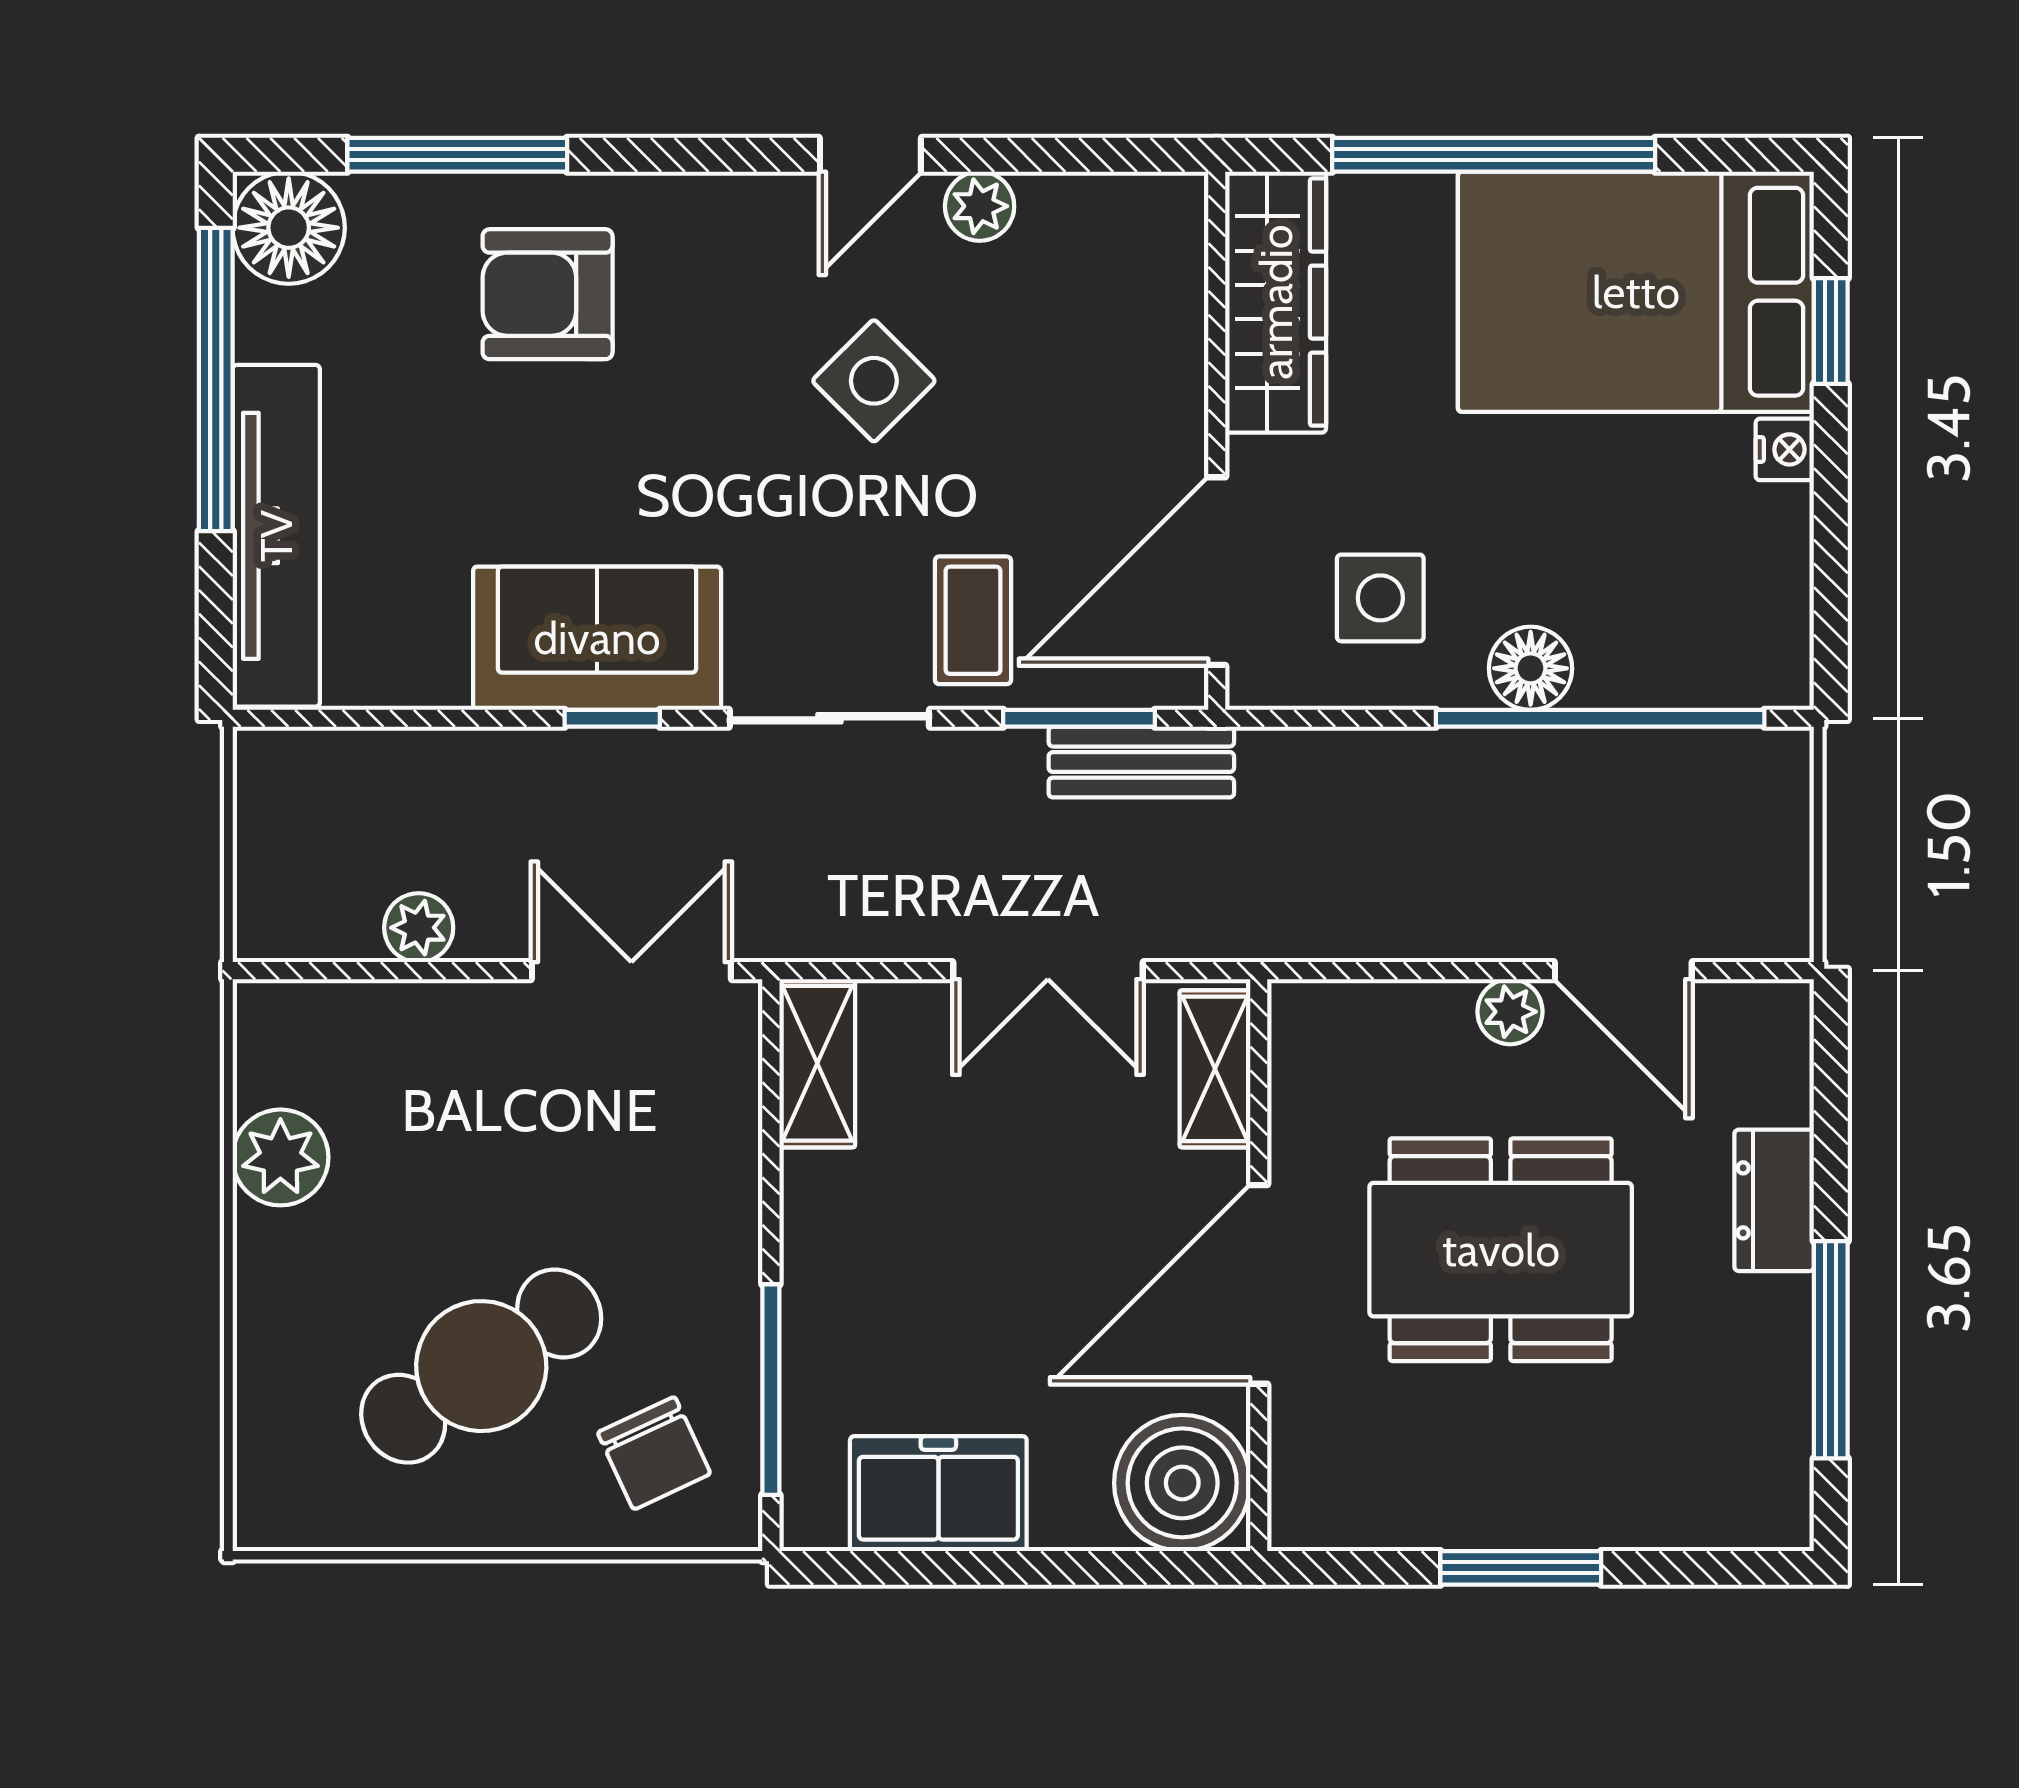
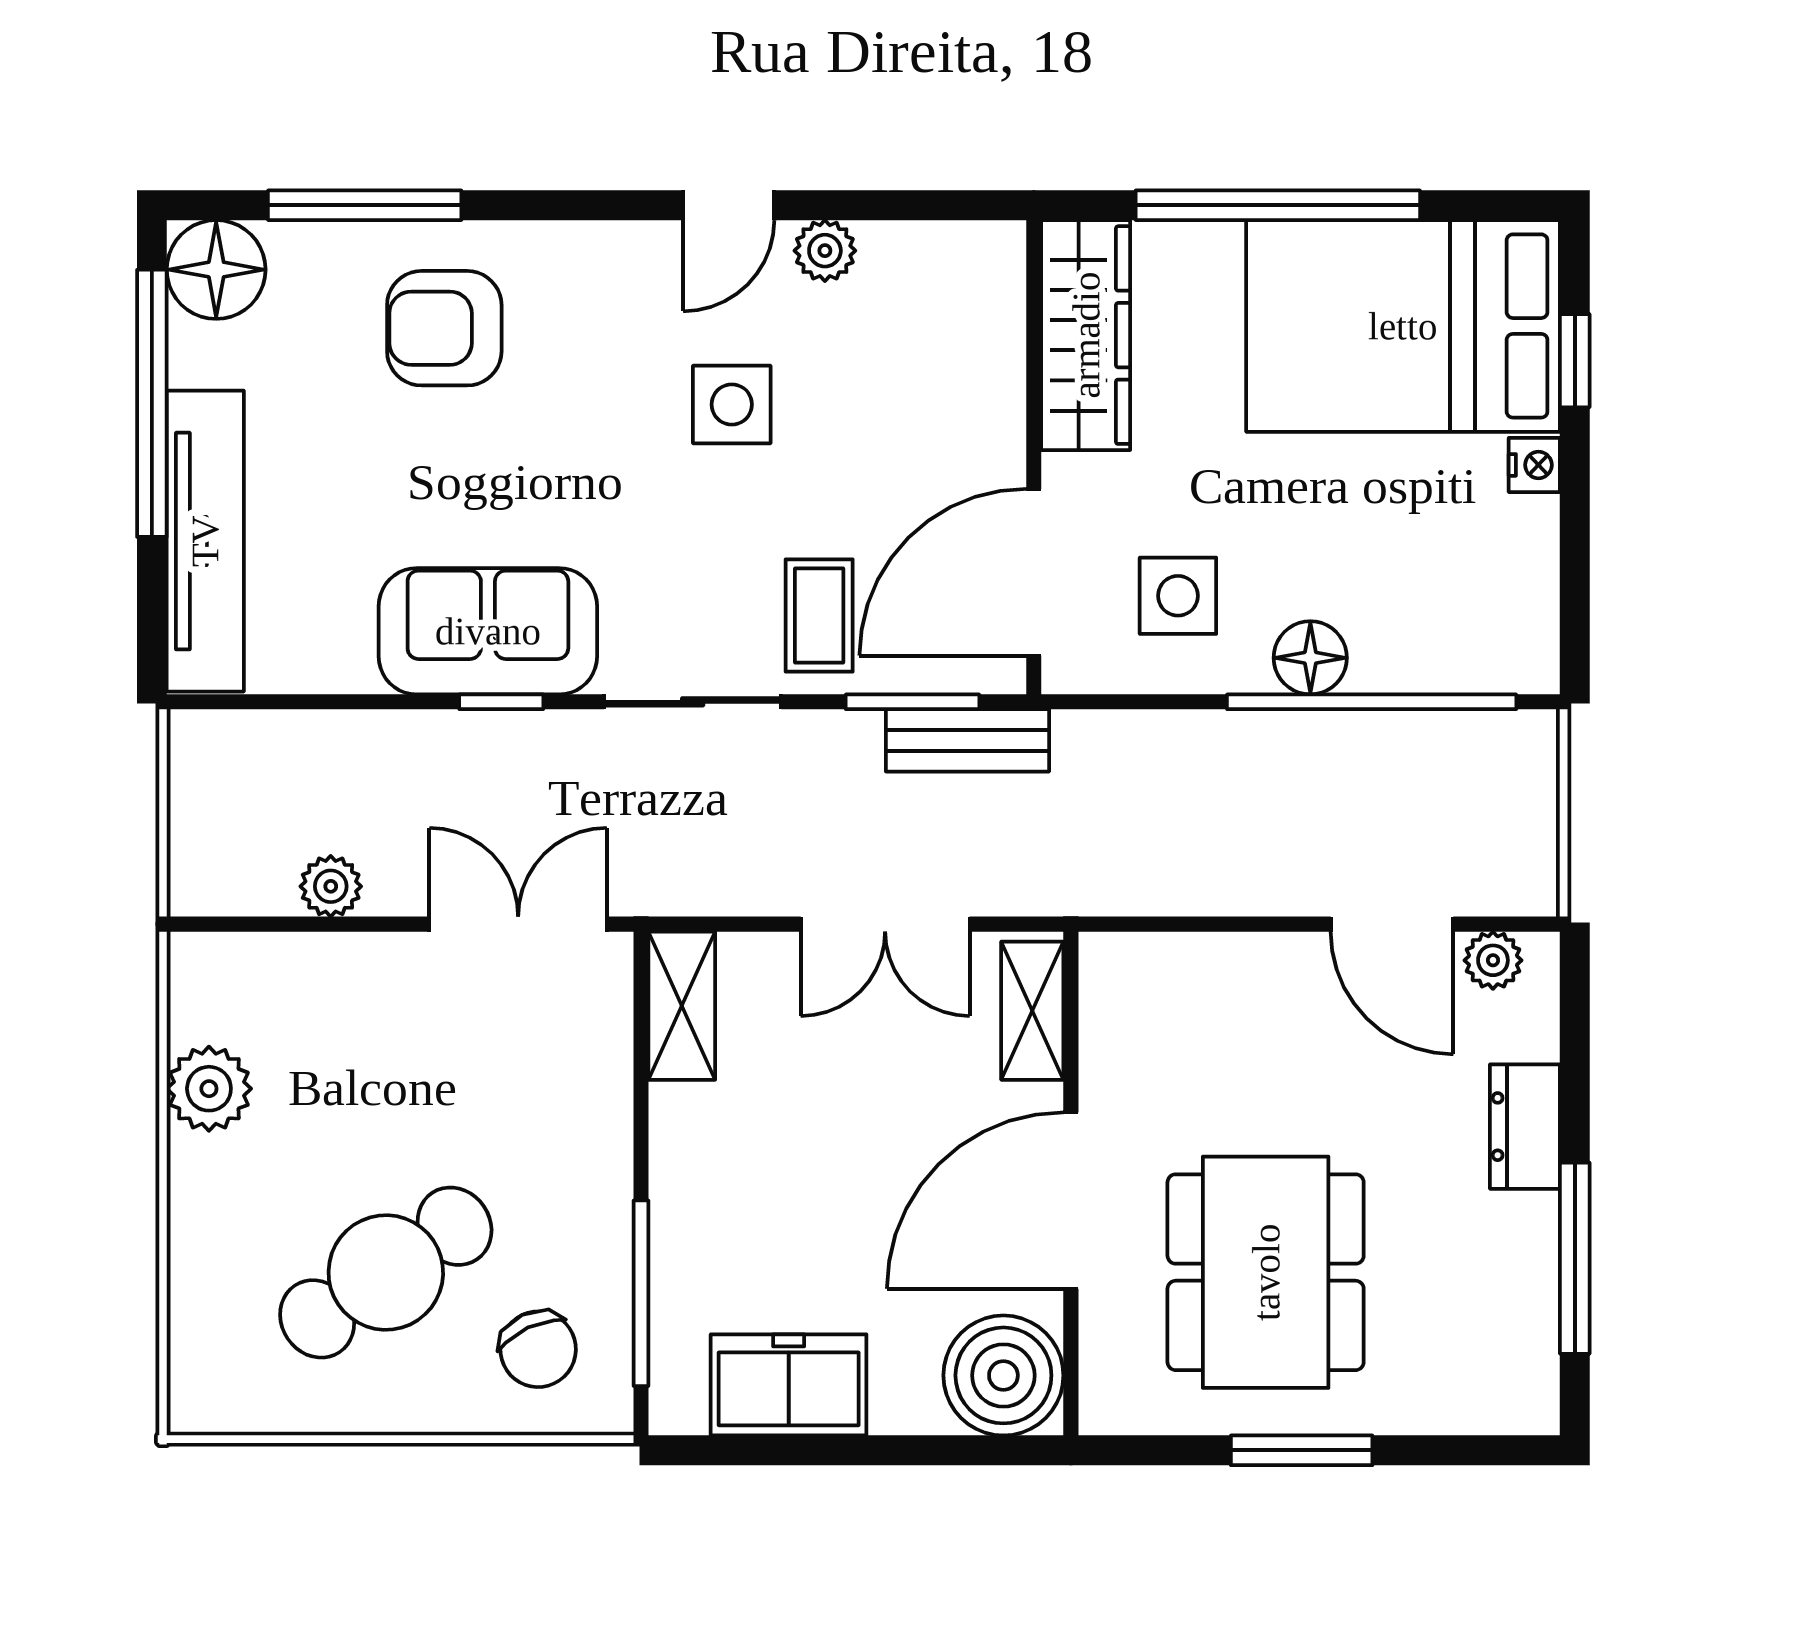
side table: (874, 381) -> (732, 404), turned 45
plant: (1510, 1012) -> (1493, 960), moved
dining table: (1501, 1250) -> (1266, 1272), moved, turned 90

